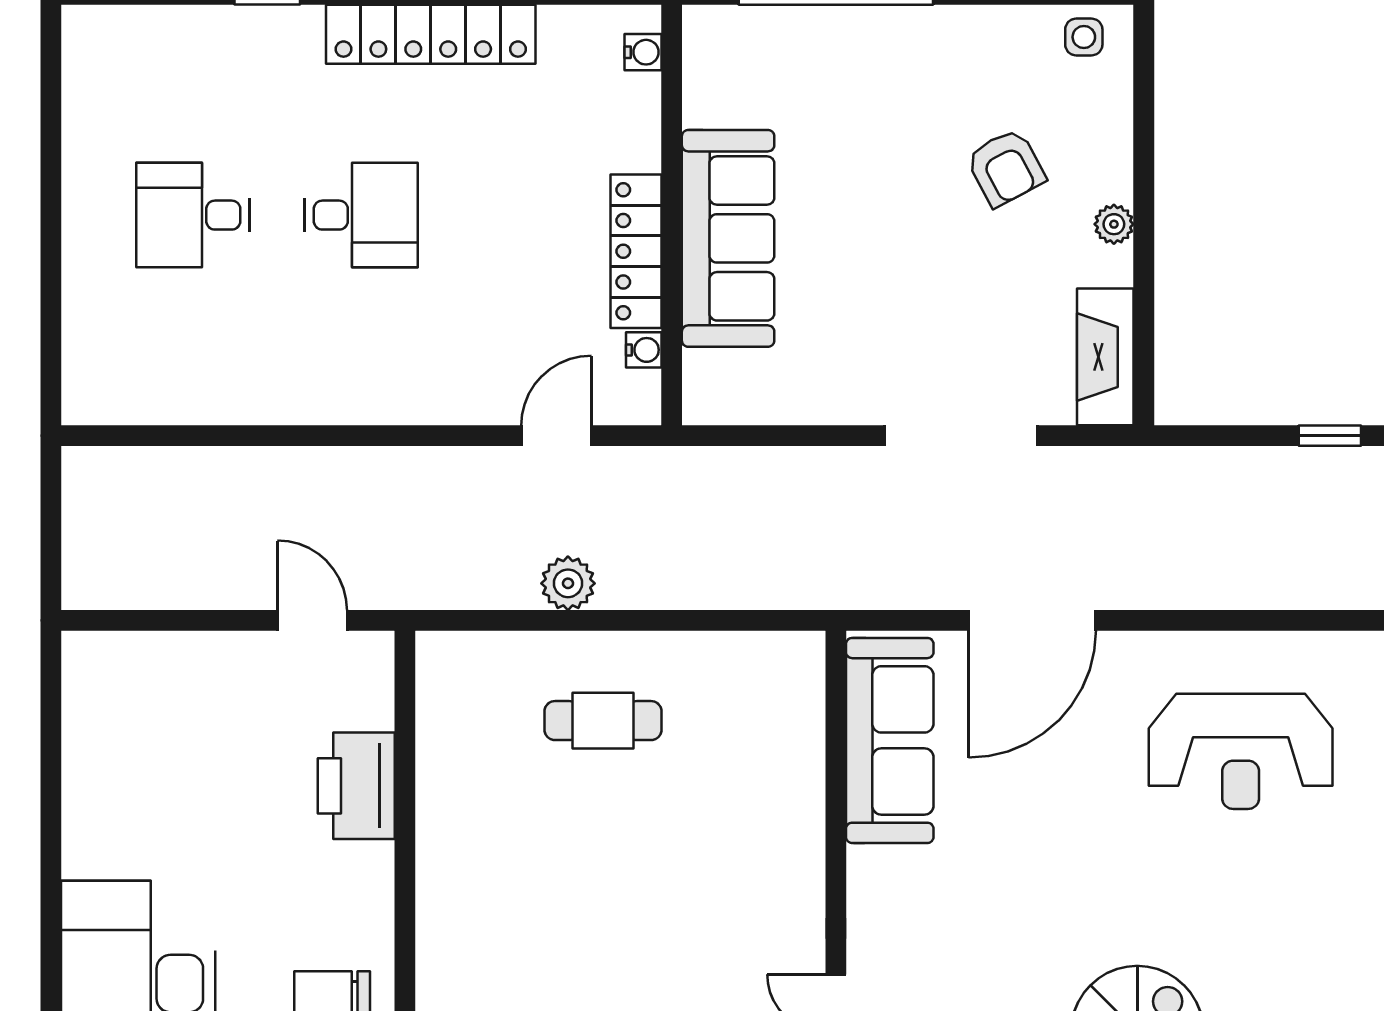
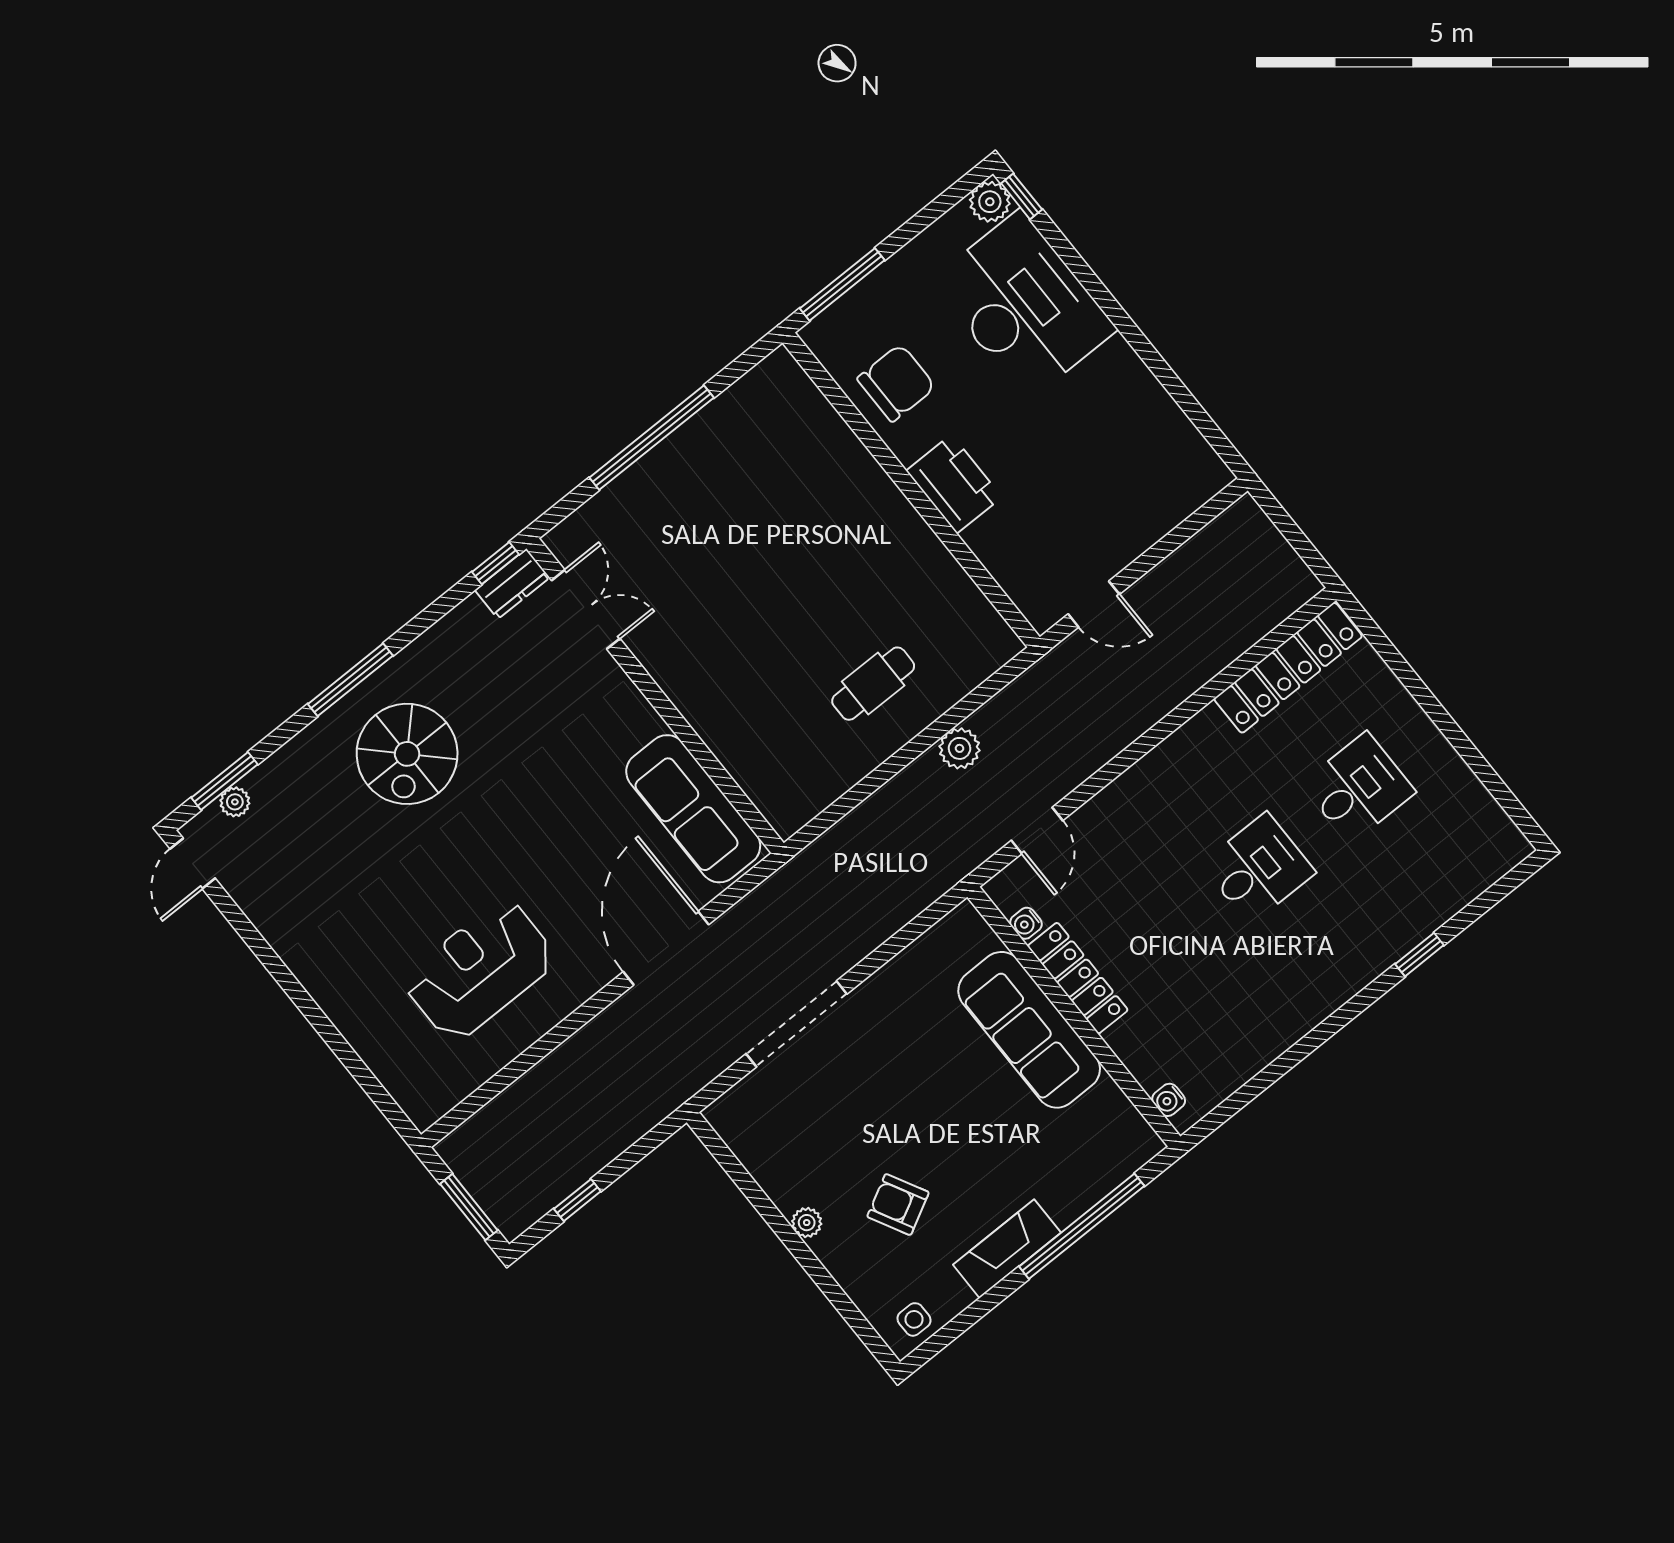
locker: (431, 34) -> (1288, 668), moved, turned 180
desk: (361, 215) -> (1258, 868), turned 180
fireplace: (1105, 357) -> (1007, 1249), moved, turned -90
printer: (356, 786) -> (954, 484), moved

